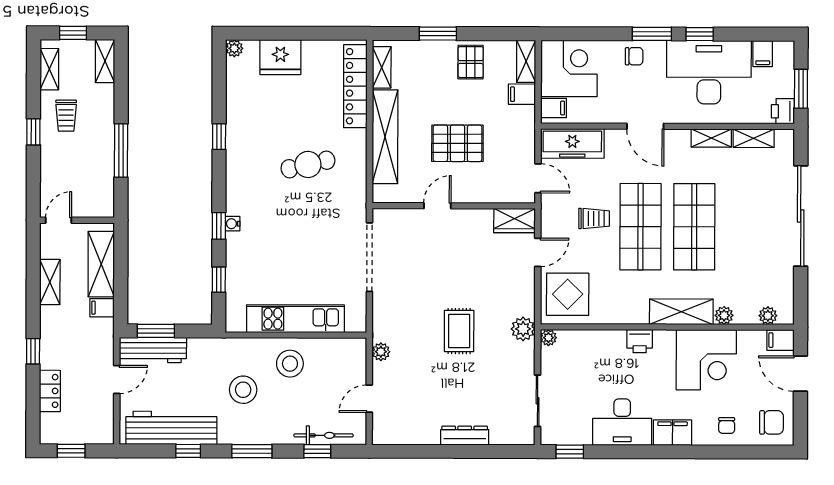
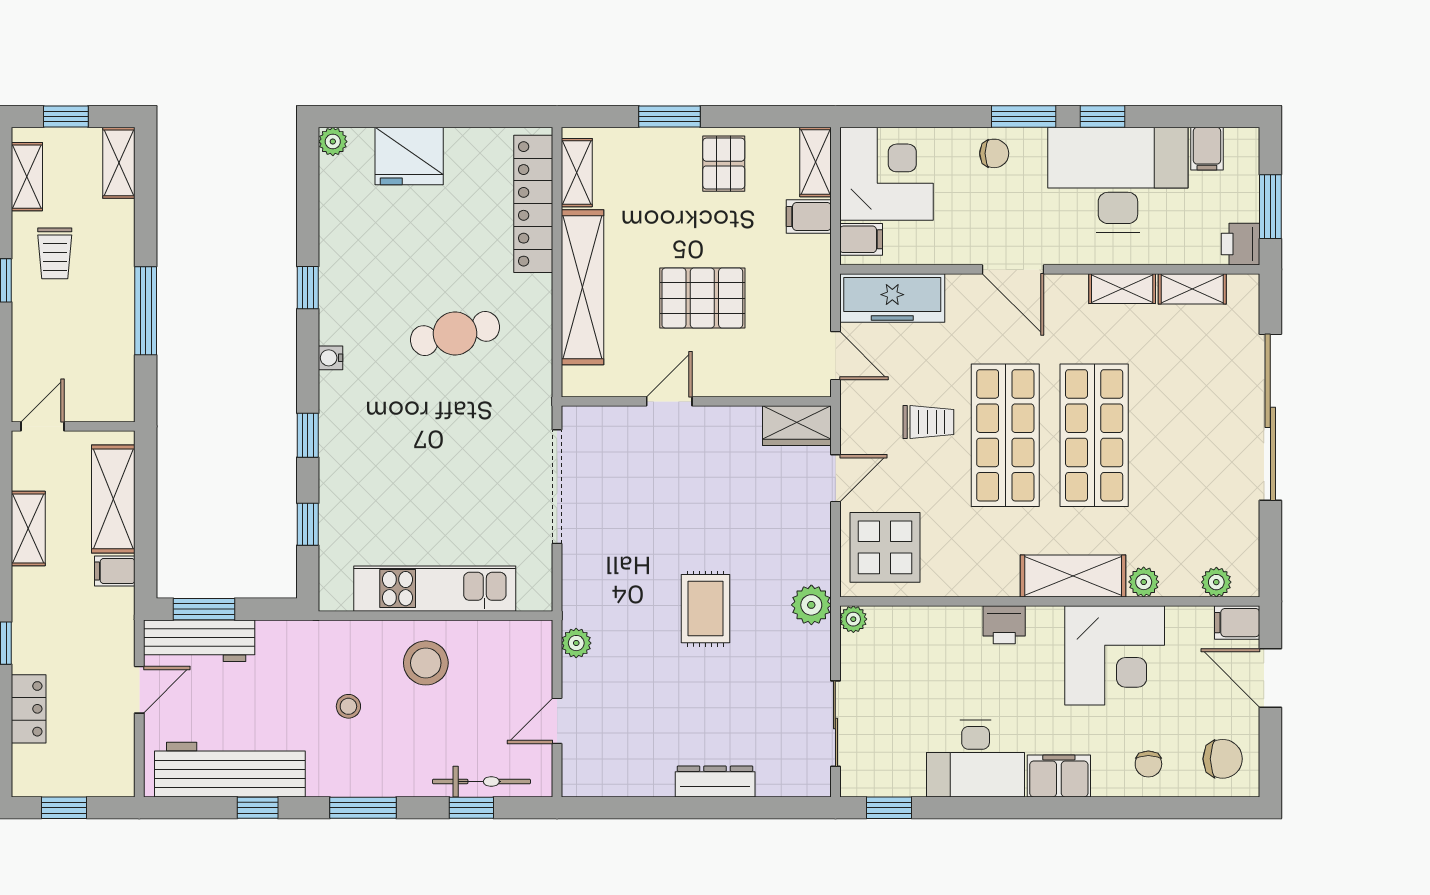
water cooler: (233, 224) -> (331, 358), moved
stool: (243, 390) -> (348, 706), width x0.53, depth x0.53

